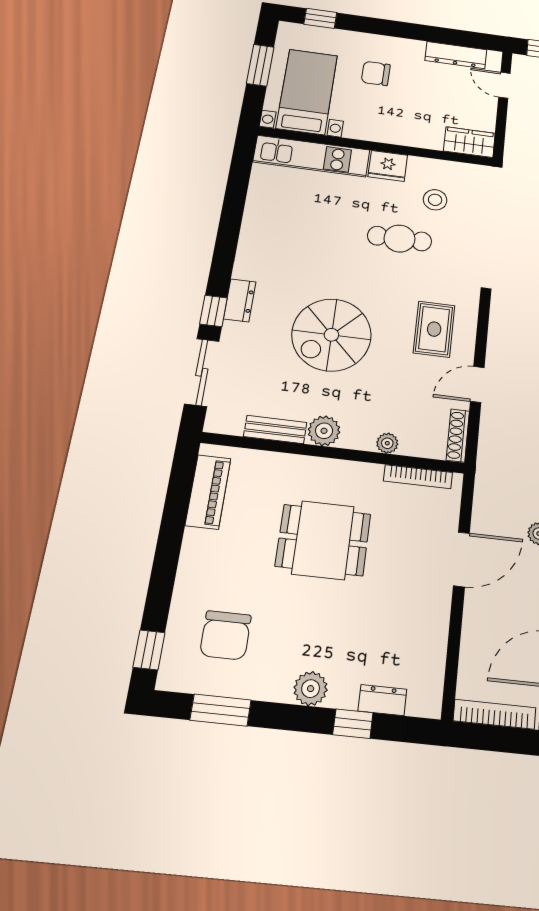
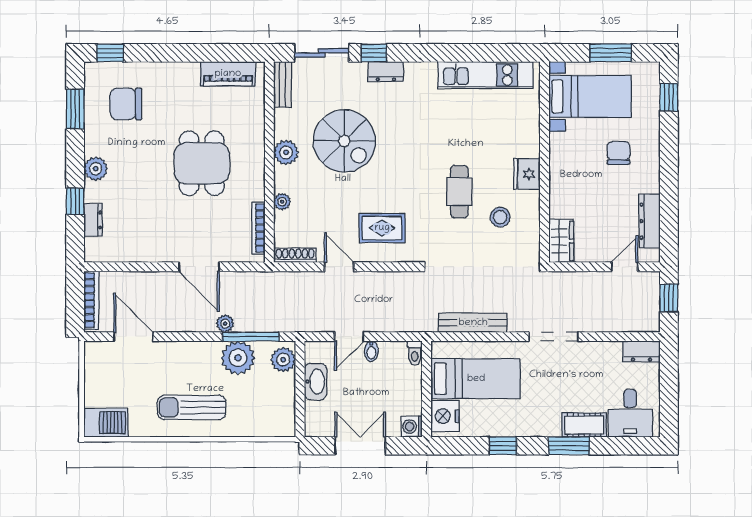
kitchen unit: (312, 156) -> (485, 75), moved, turned -90
spiral stairs: (331, 335) -> (344, 141), moved, turned 180
bench: (275, 429) -> (282, 84), moved

